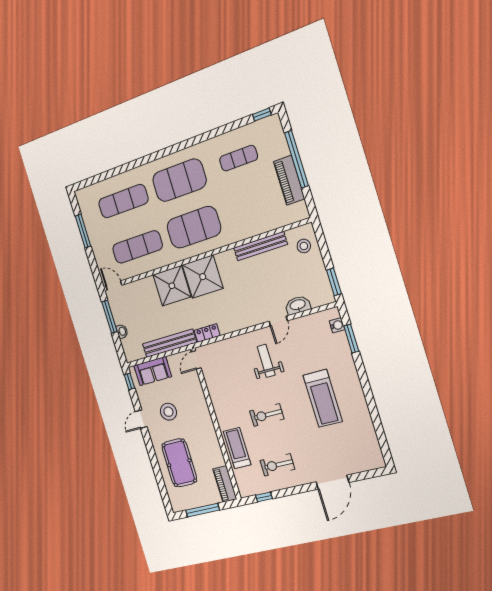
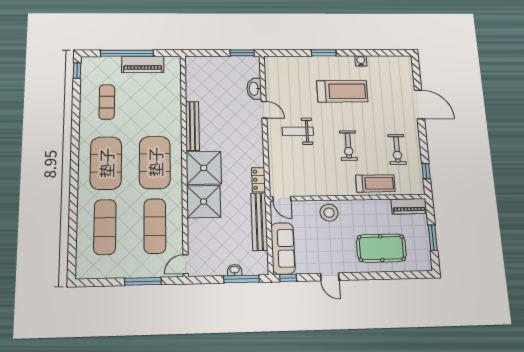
window: (83, 231) -> (143, 281), moved
bench: (260, 246) -> (192, 126), moved
stool: (304, 246) -> (204, 69), removed
window: (109, 317) -> (242, 279), moved
water cooler: (337, 325) -> (361, 61), moved
window: (351, 339) -> (324, 53), moved
sofa: (153, 371) -> (283, 248), width x1.36
stool: (168, 412) -> (329, 213), moved
treadmill: (237, 448) -> (375, 183), turned 180
window: (202, 510) -> (433, 238), width x0.69

